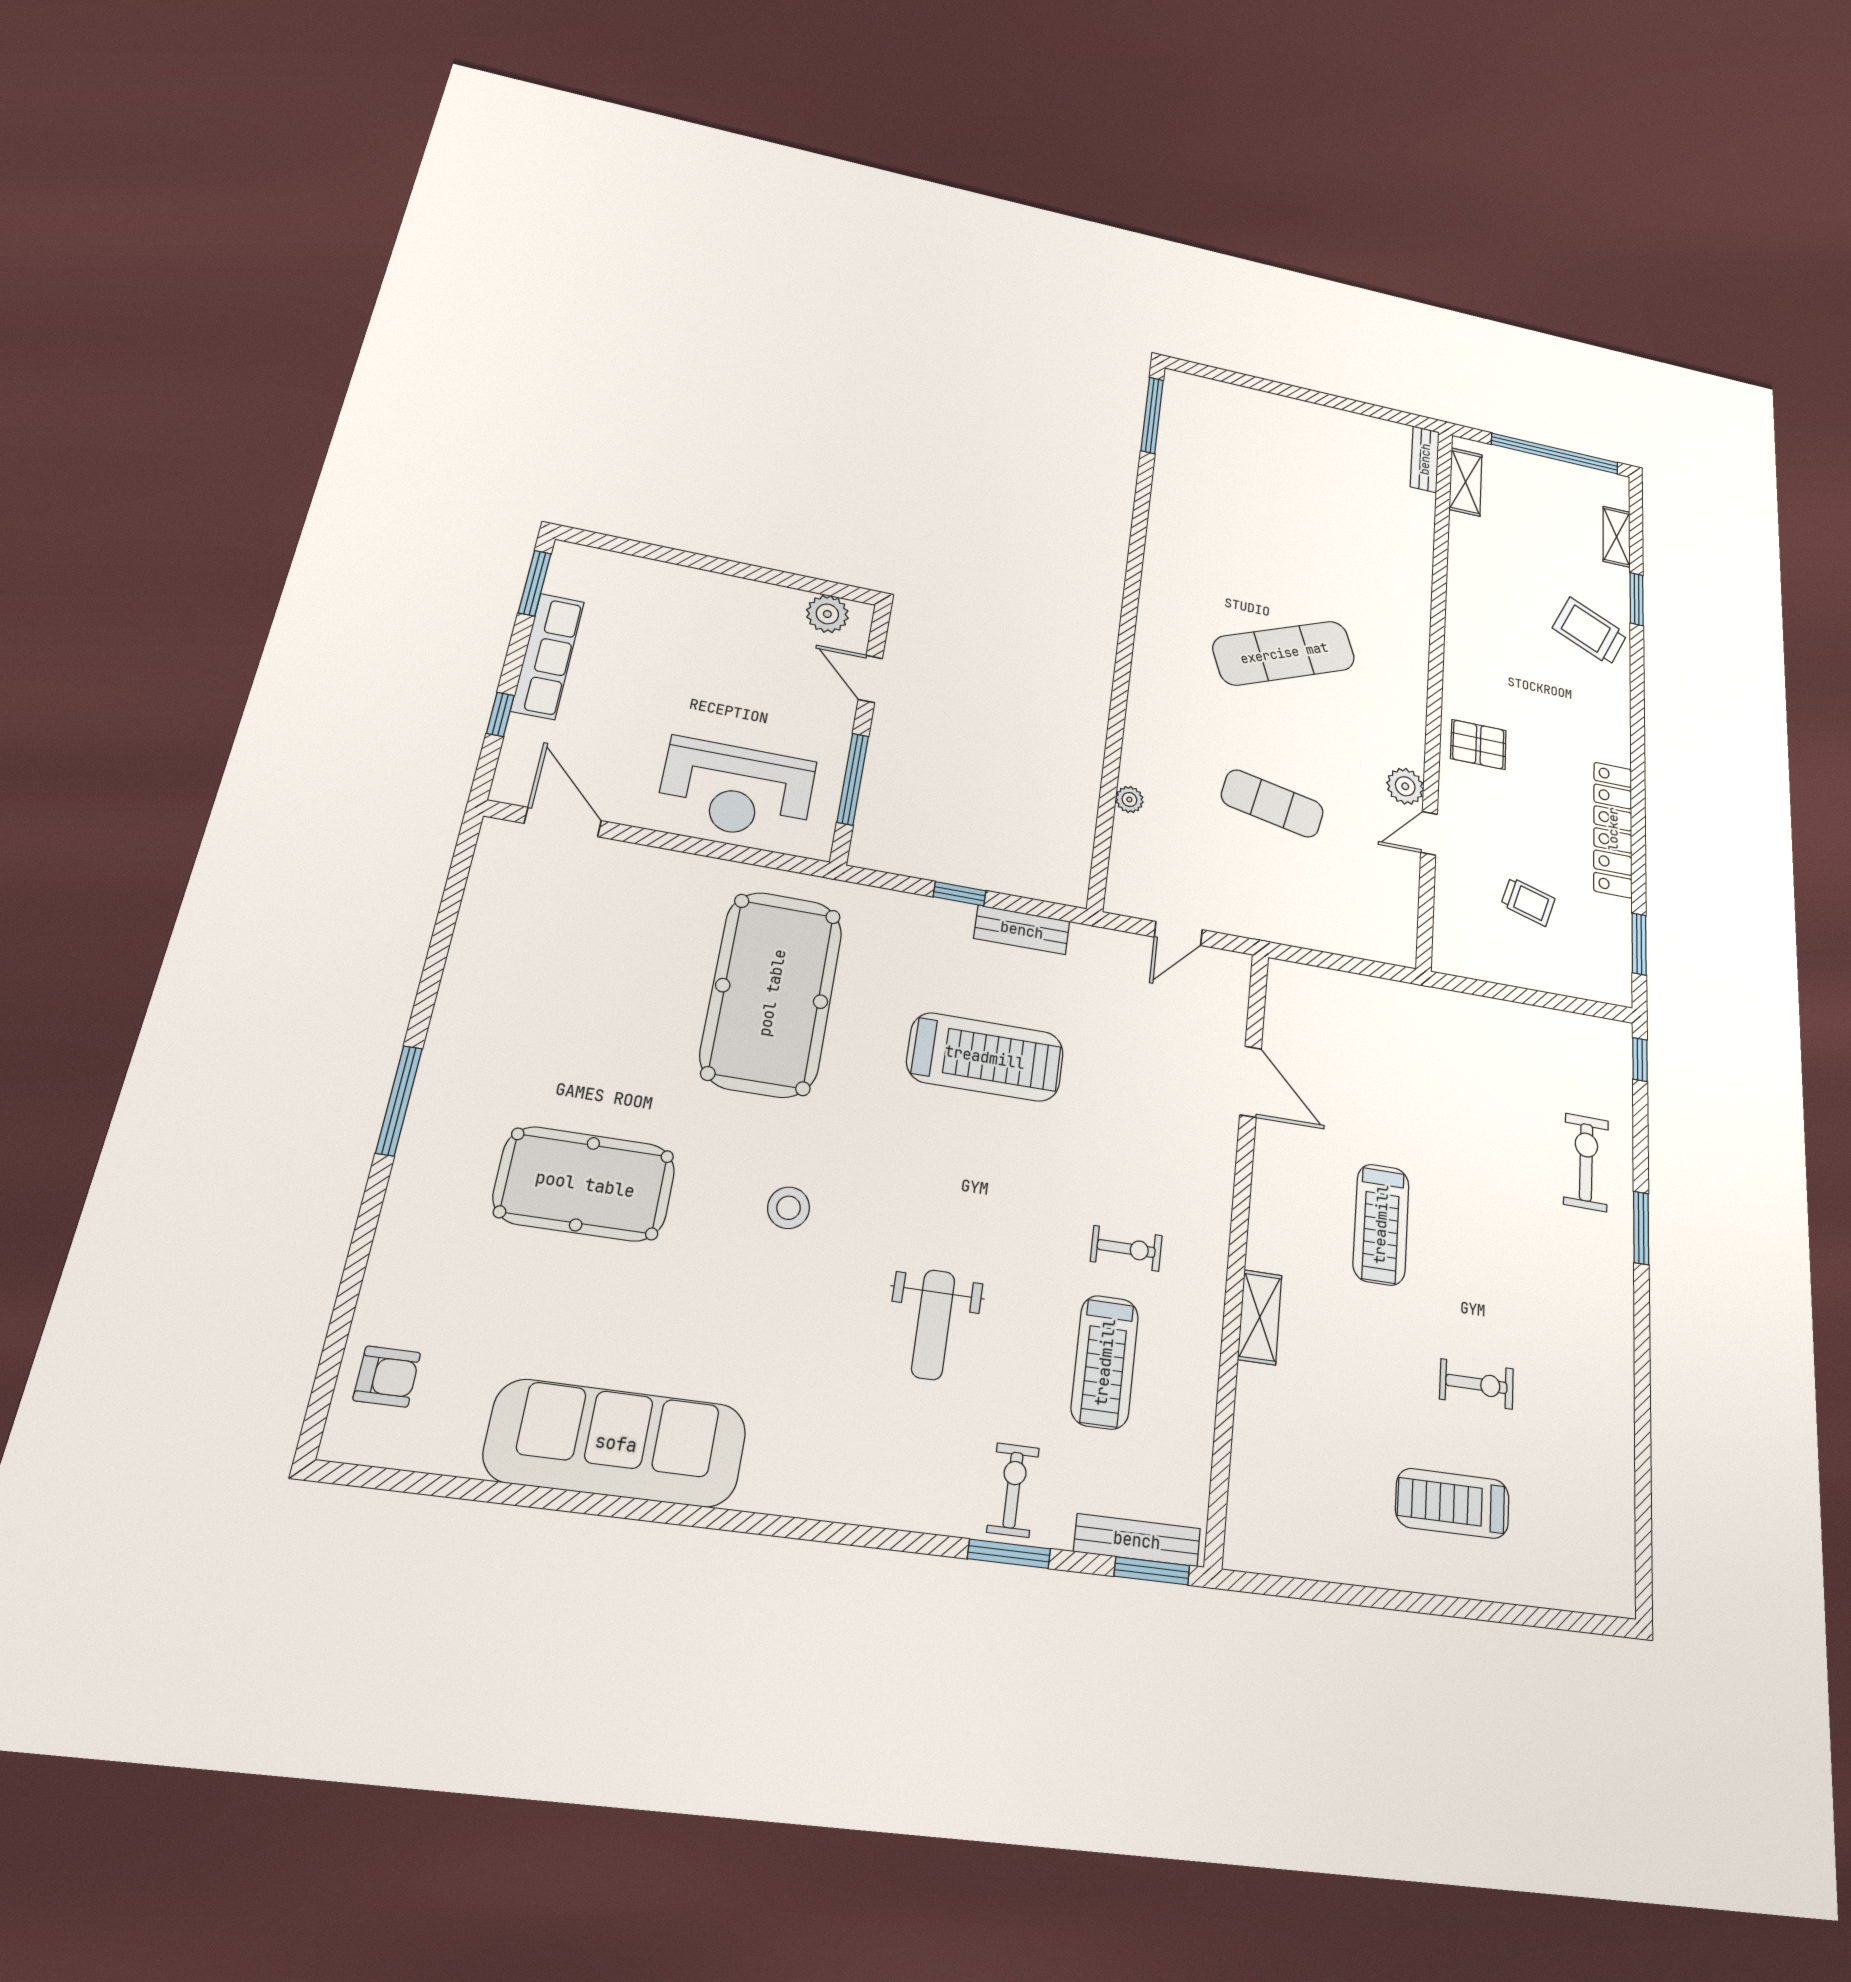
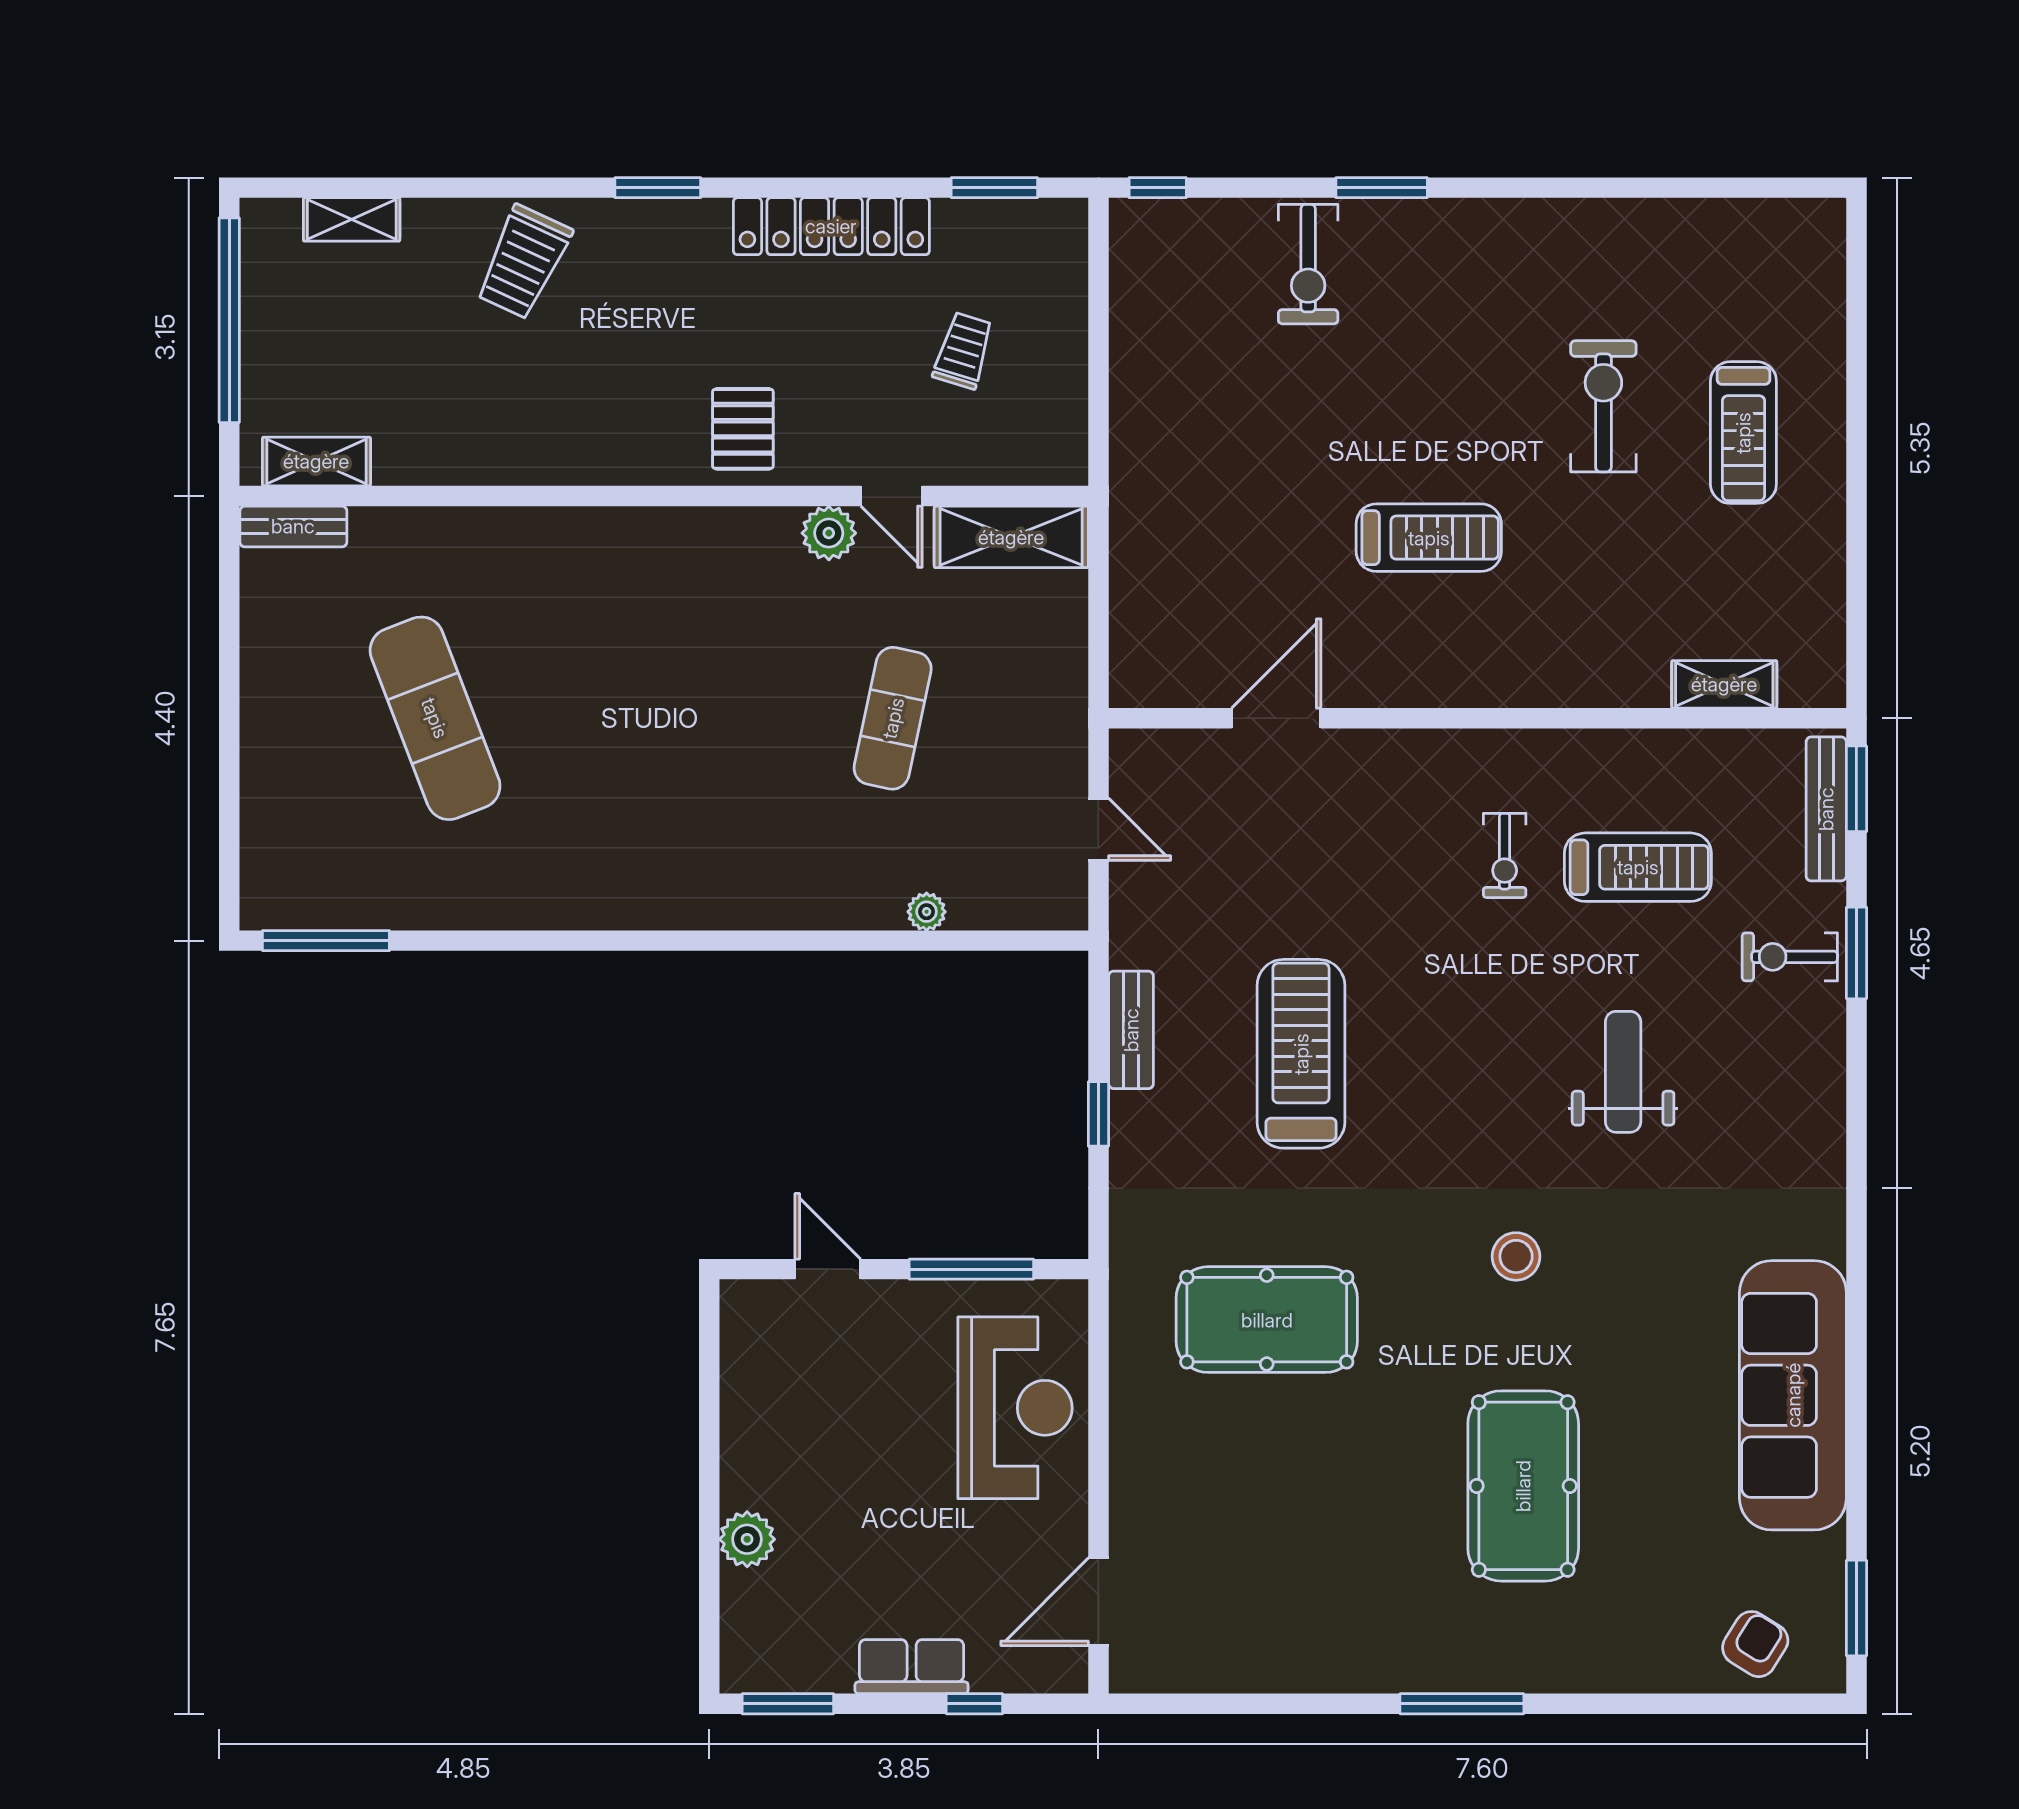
window: (1637, 599) -> (658, 188), moved
plant: (827, 614) -> (747, 1539), moved
exercise mat: (1284, 653) -> (435, 718), moved
row of seats: (548, 656) -> (912, 1667), width x0.68
door: (870, 679) -> (828, 1269), swing flipped
shelving: (1397, 910) -> (1011, 537), added
pool table: (772, 993) -> (1267, 1320), width x0.73, depth x0.76
exercise bike: (1586, 1162) -> (1308, 264), turned -91
exercise bike: (1126, 1248) -> (1505, 855), turned 180
shelving: (1260, 1317) -> (1724, 684), moved
weight bench: (933, 1325) -> (1623, 1072), turned -90
armchair: (387, 1376) -> (1755, 1644), turned 32
exercise bike: (1476, 1384) -> (1603, 406), width x1.38, depth x1.39
window: (398, 1480) -> (1856, 1608), added

